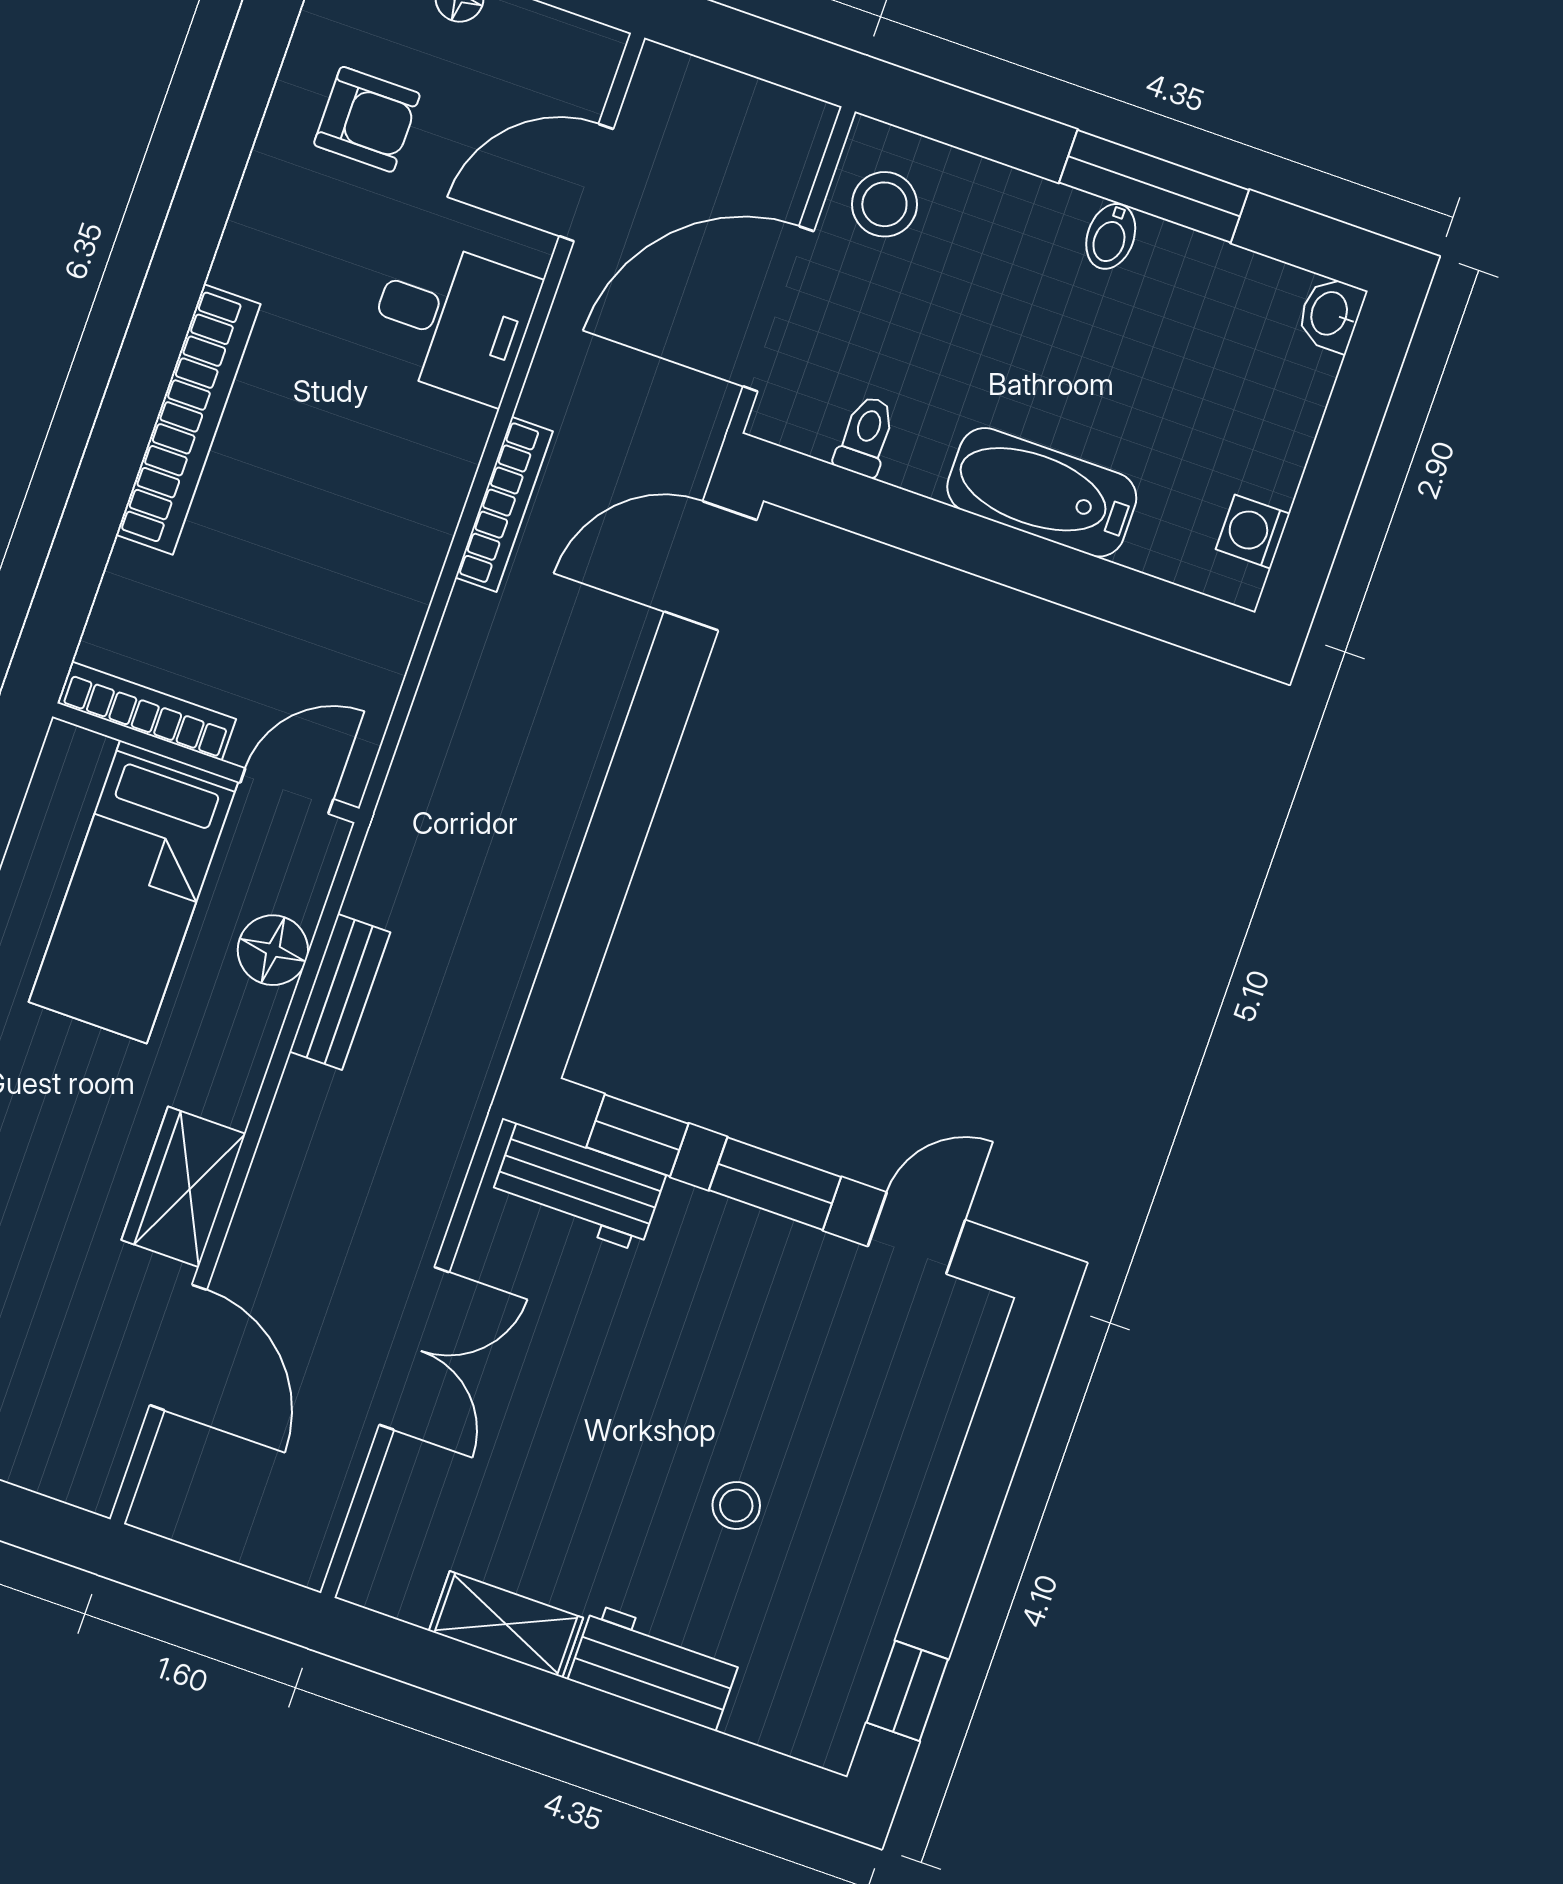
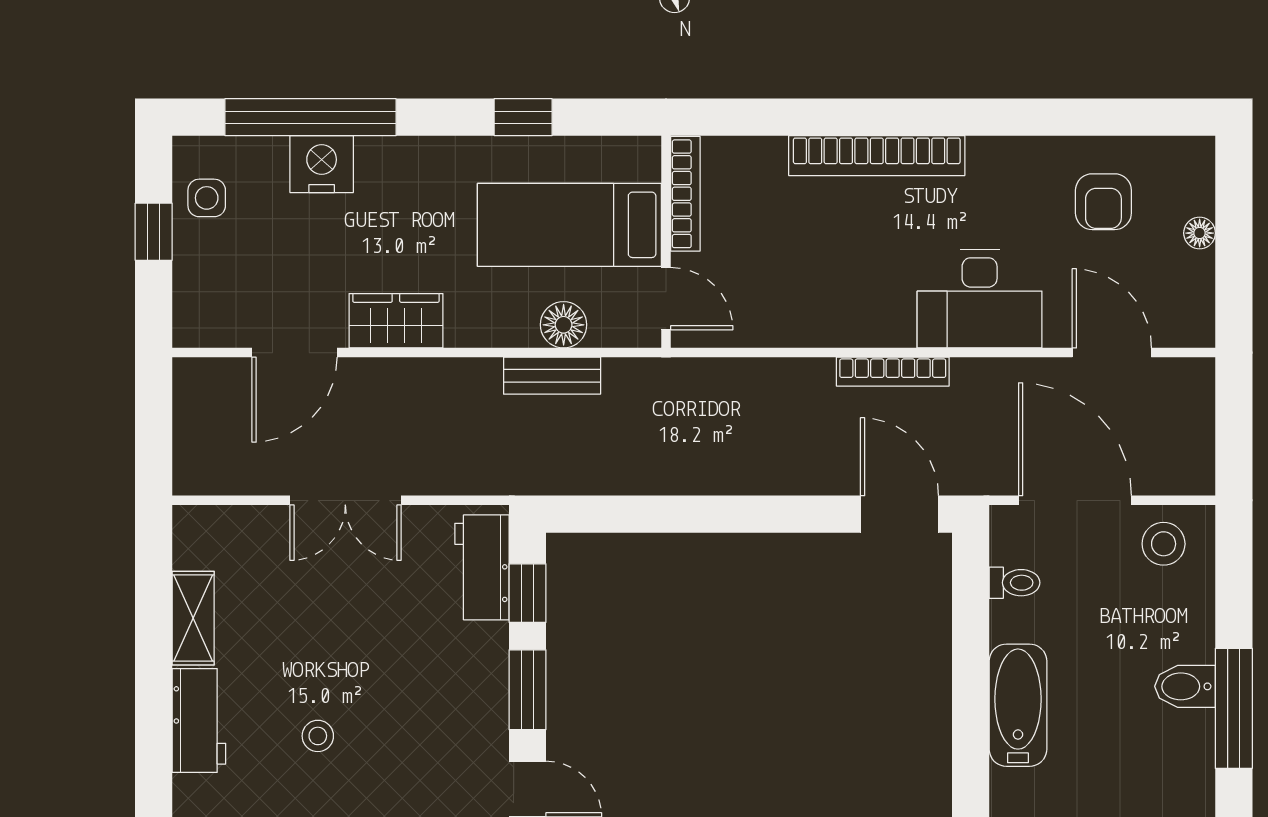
bidet: (1111, 236) -> (1185, 686), width x1.38, depth x1.36
desk: (452, 320) -> (980, 299), width x1.37

